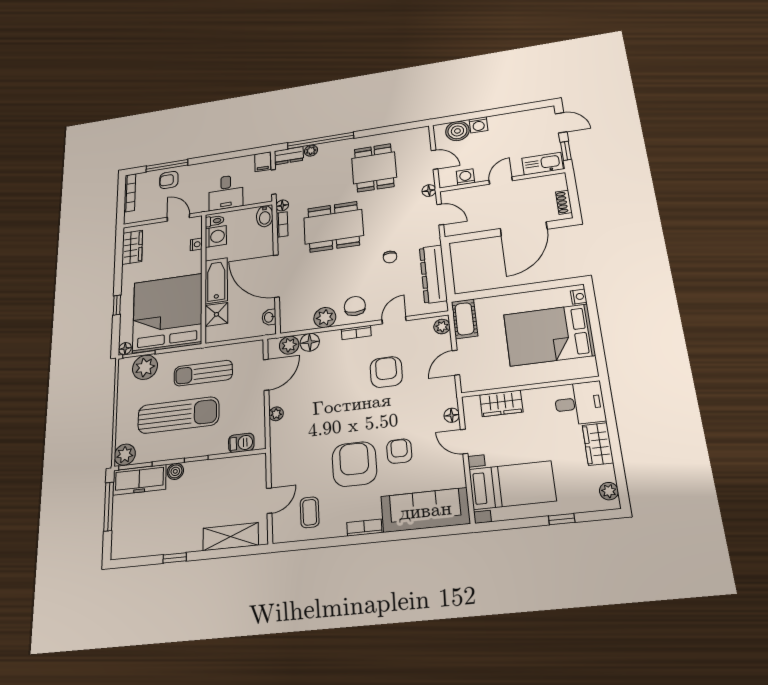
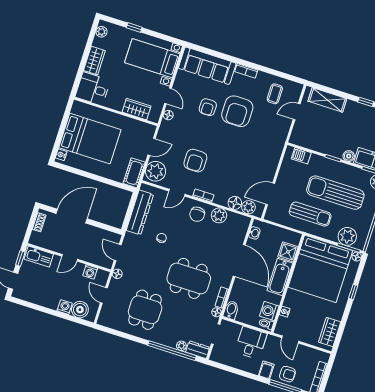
filing cabinet: (263, 162) -> (266, 370), moved
plant: (442, 327) -> (156, 171), width x1.88, depth x1.88
plant: (276, 414) -> (273, 165), removed

